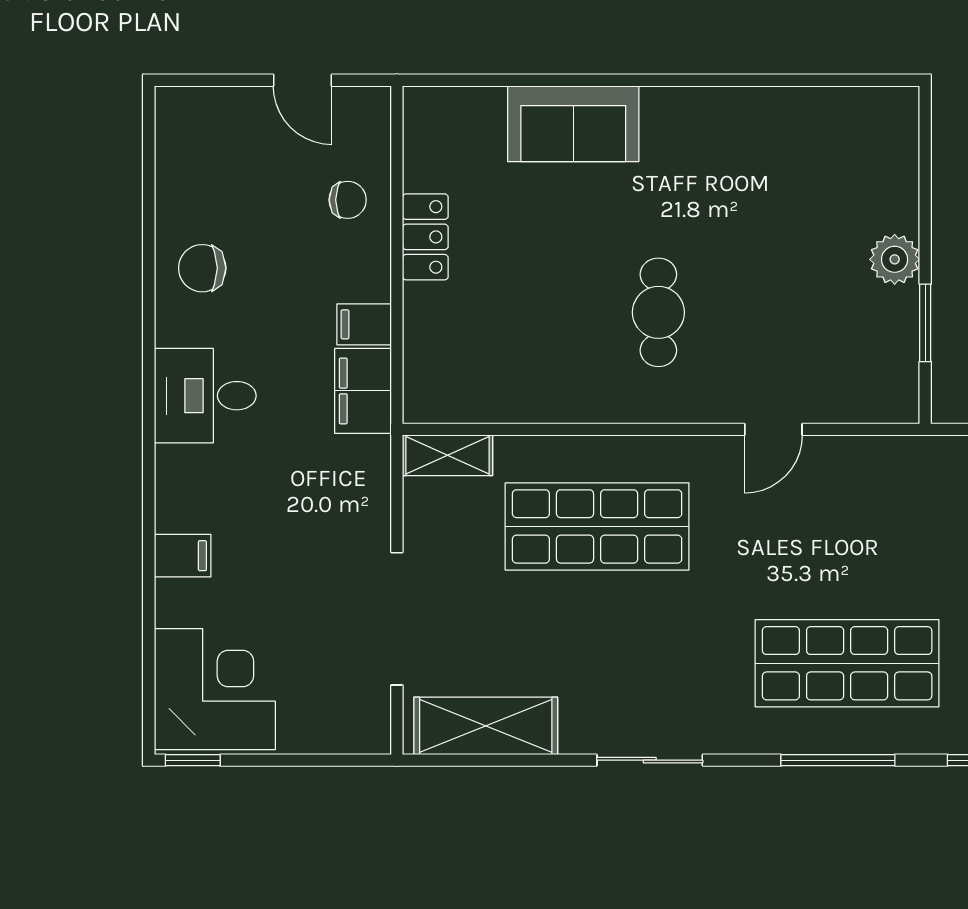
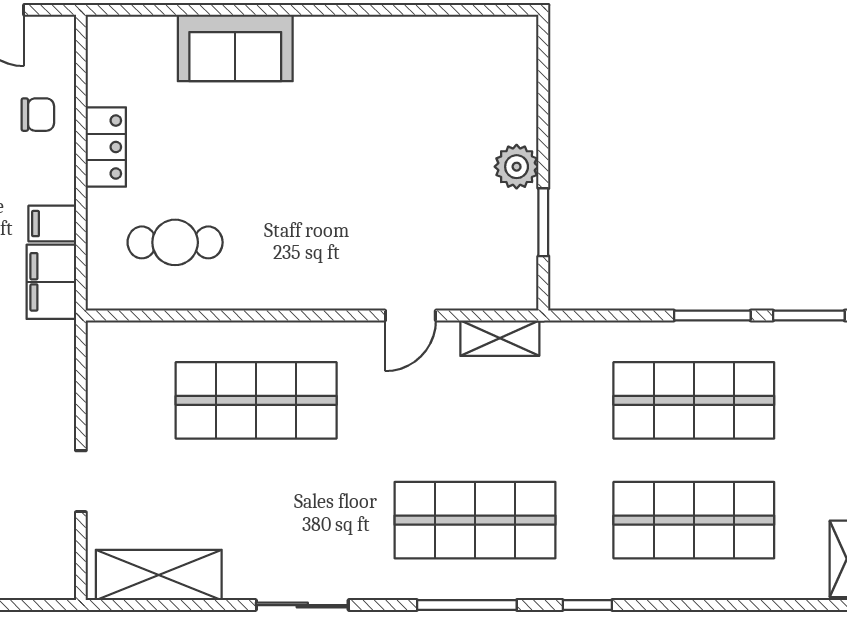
cafe table: (658, 312) -> (175, 242), moved, turned 90
shelving: (448, 455) -> (500, 338), moved
doorway: (397, 619) -> (81, 481), width x0.53

